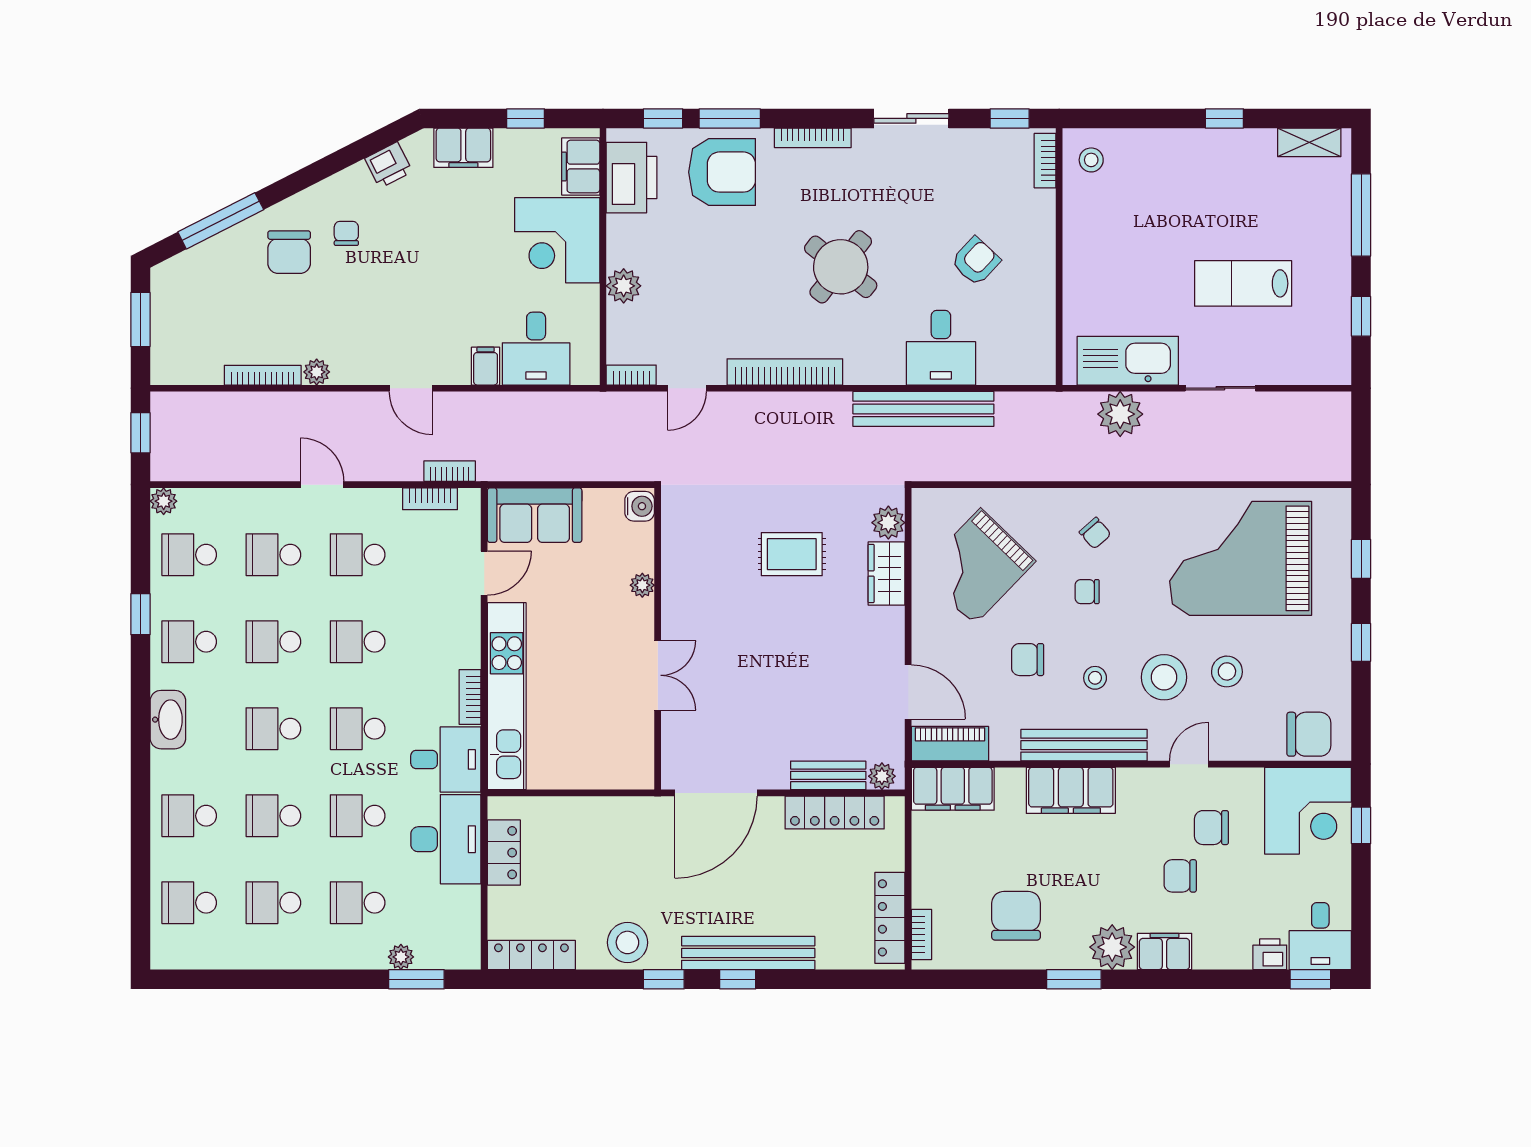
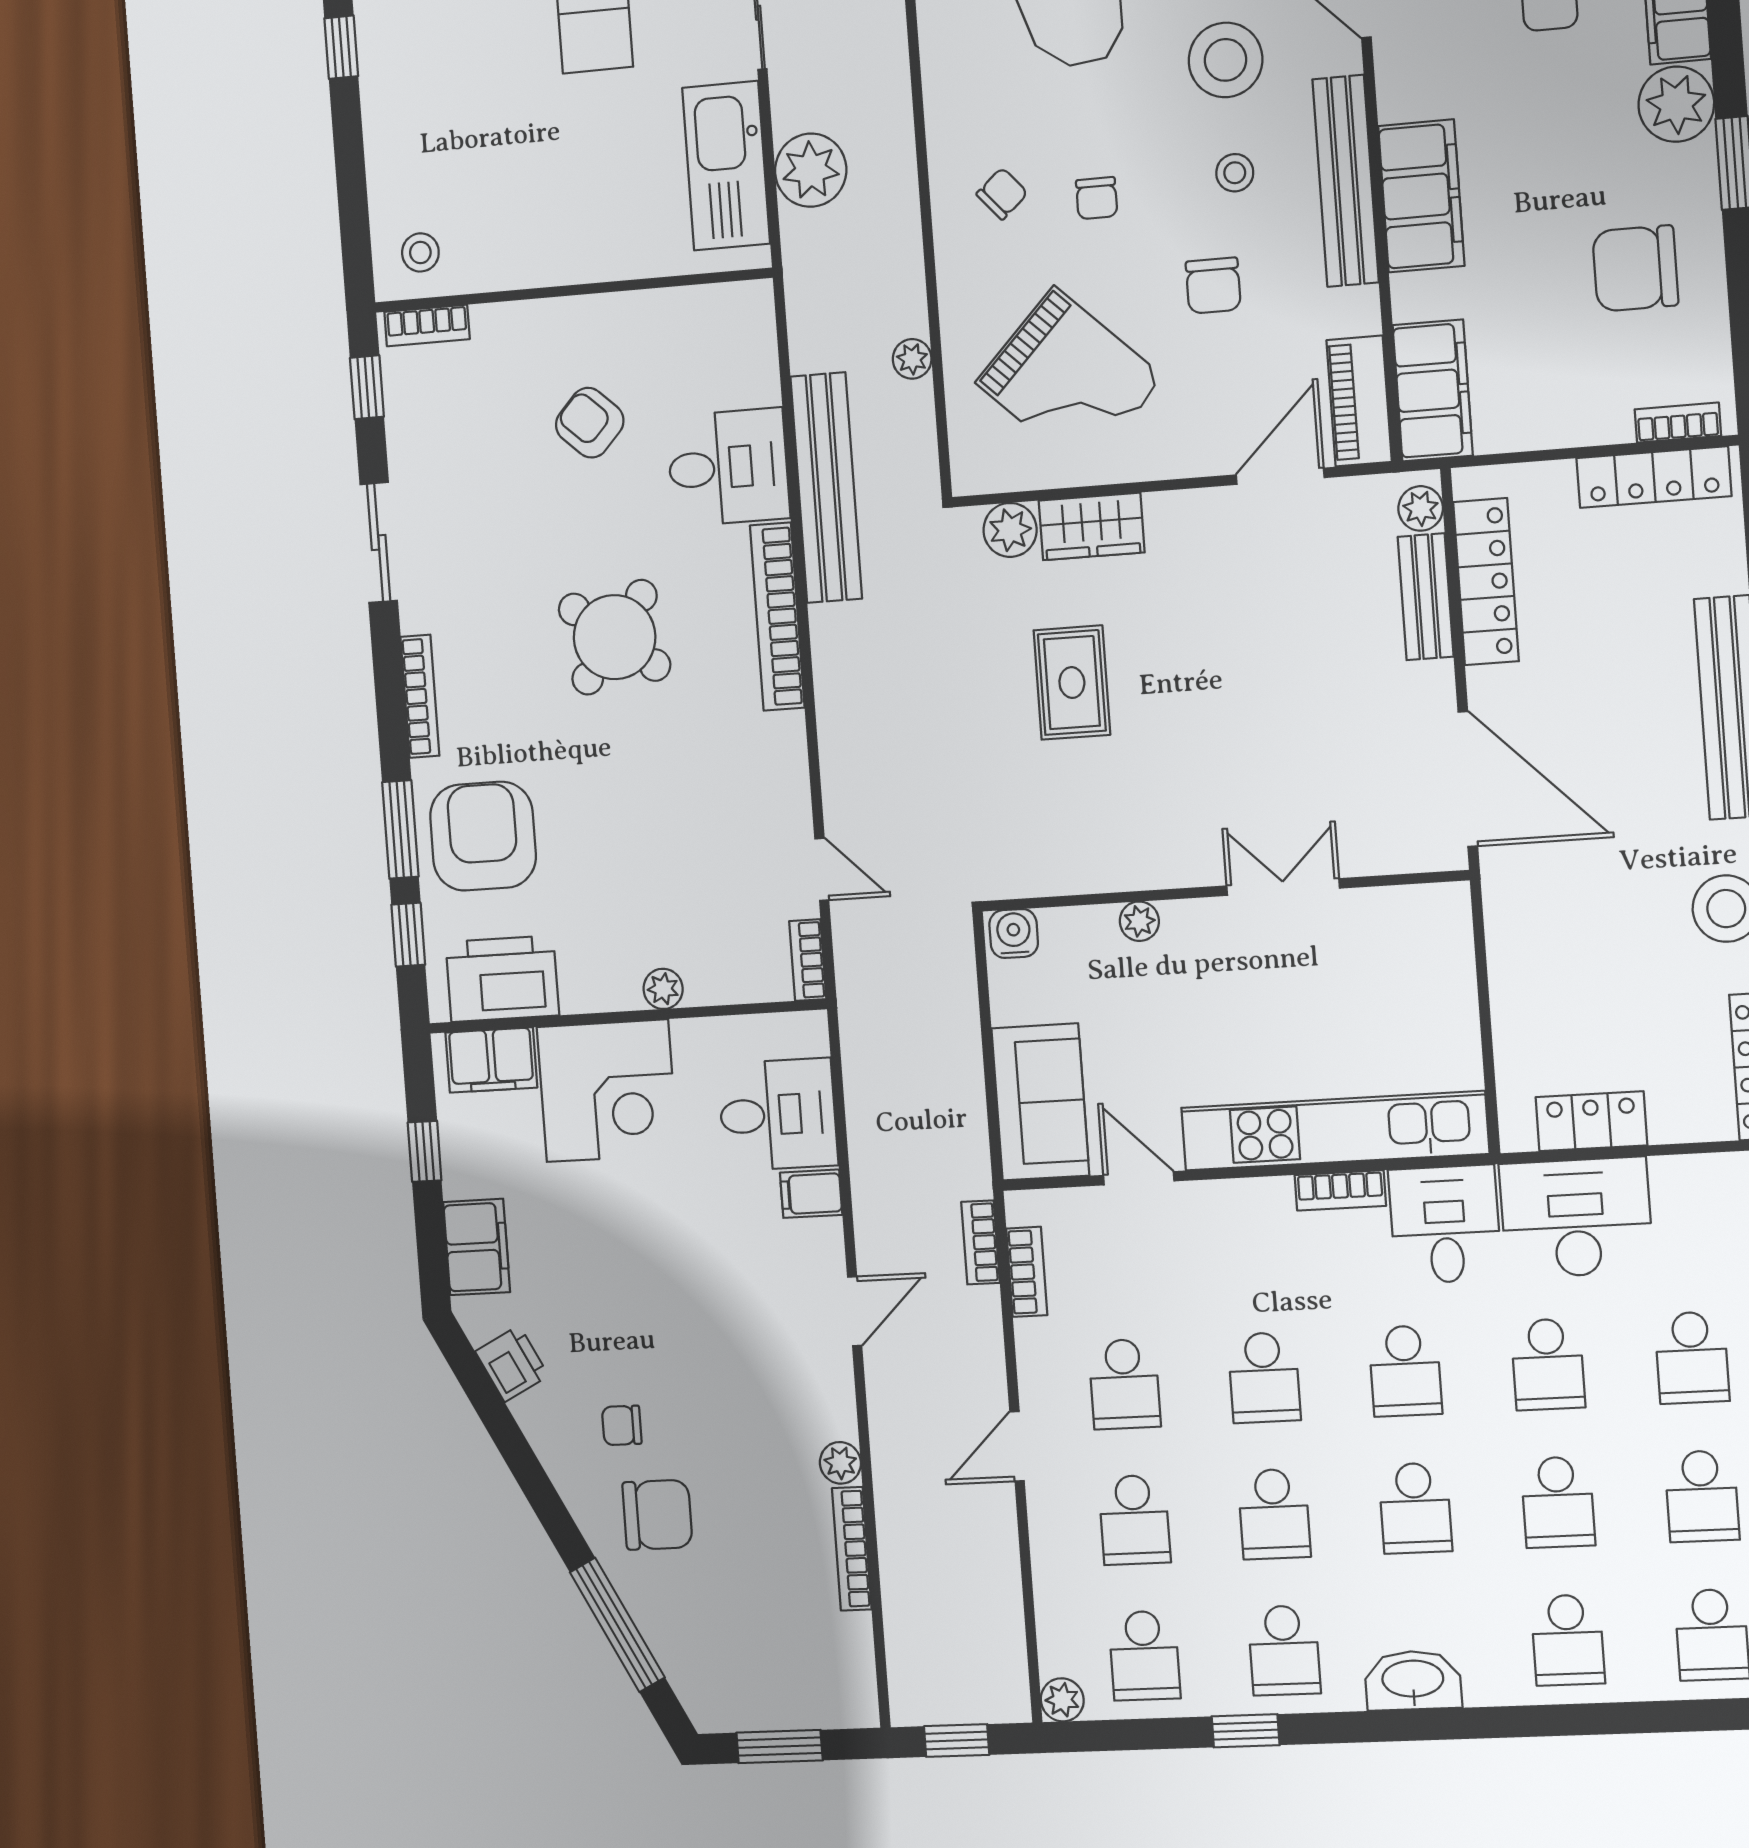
plant: (624, 286) -> (663, 989), width x0.73, depth x0.73
bookcase: (785, 372) -> (777, 617), moved
plant: (998, 469) -> (912, 359), added

